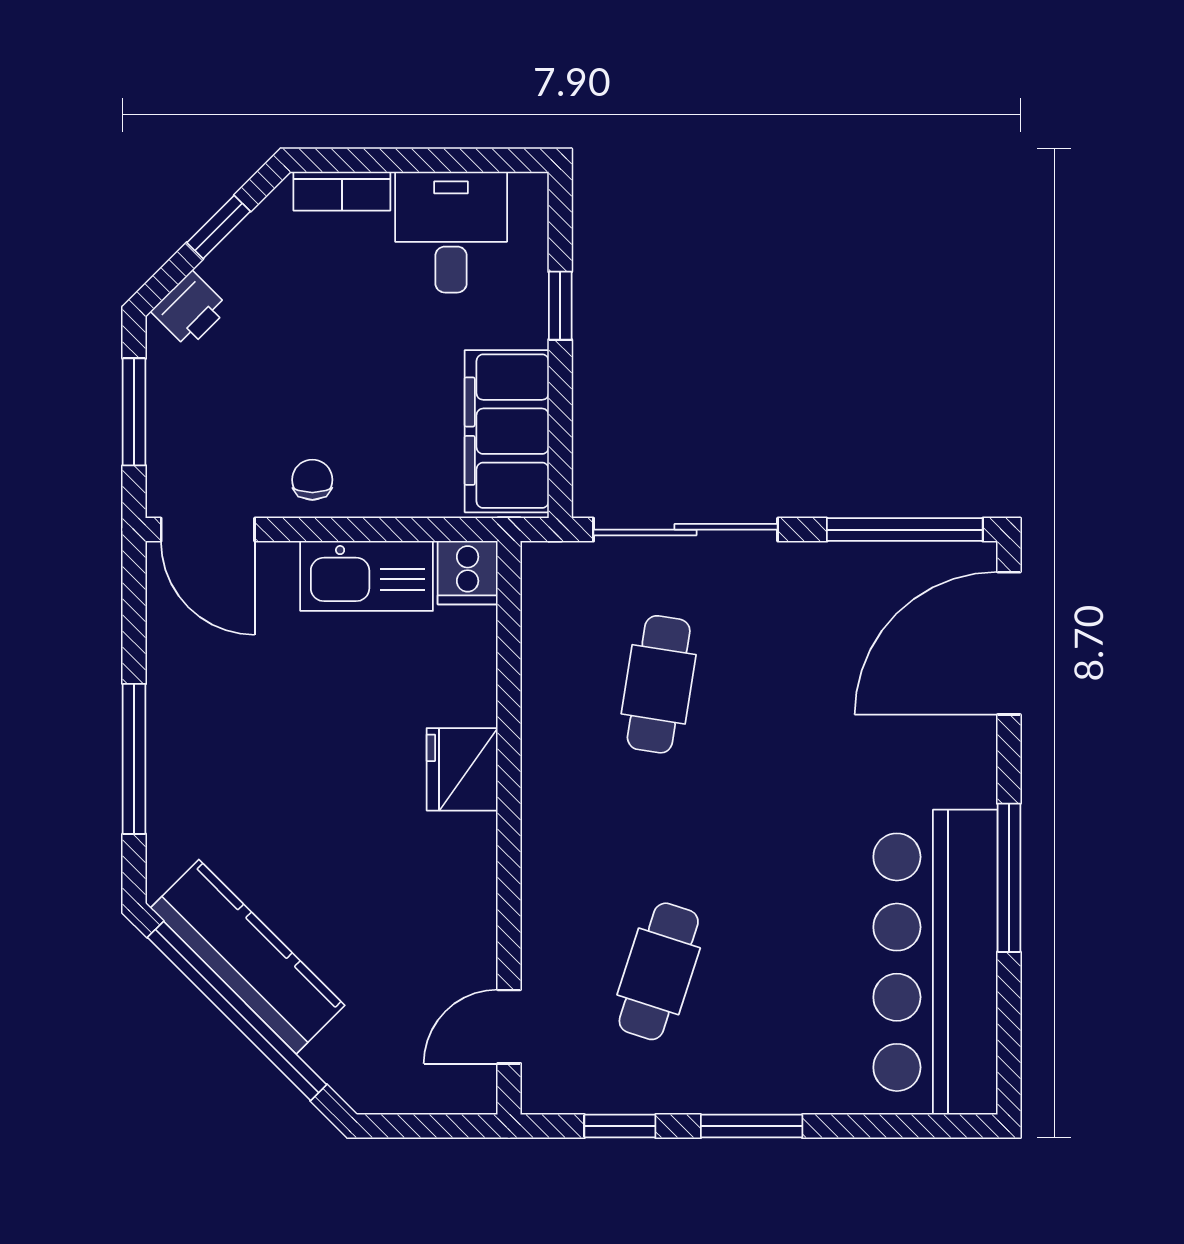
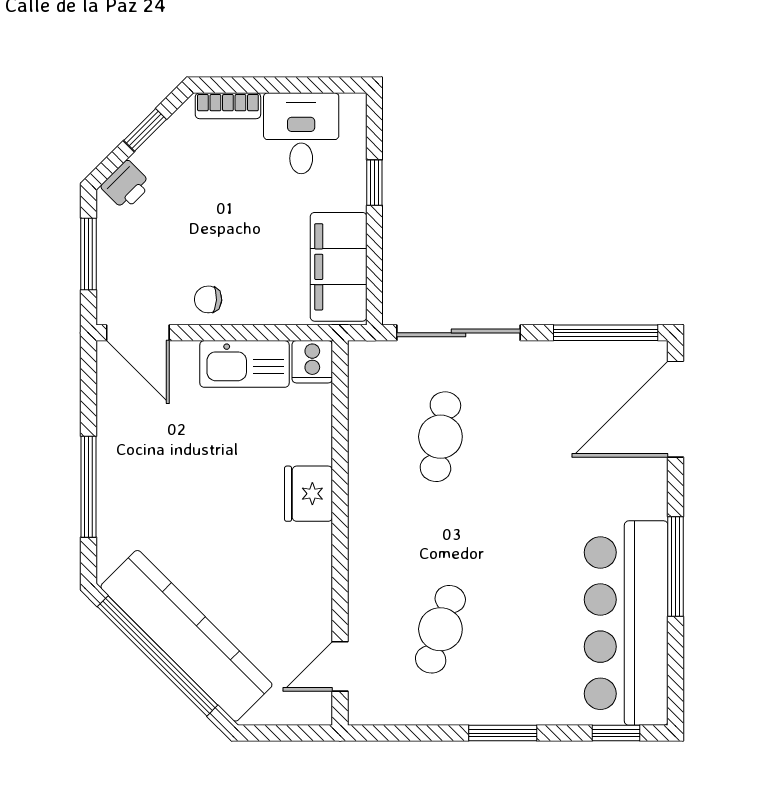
chair: (312, 480) -> (208, 299), turned -87
kitchen counter: (248, 957) -> (186, 636), width x1.39, depth x1.17
window: (620, 1126) -> (616, 733), moved

